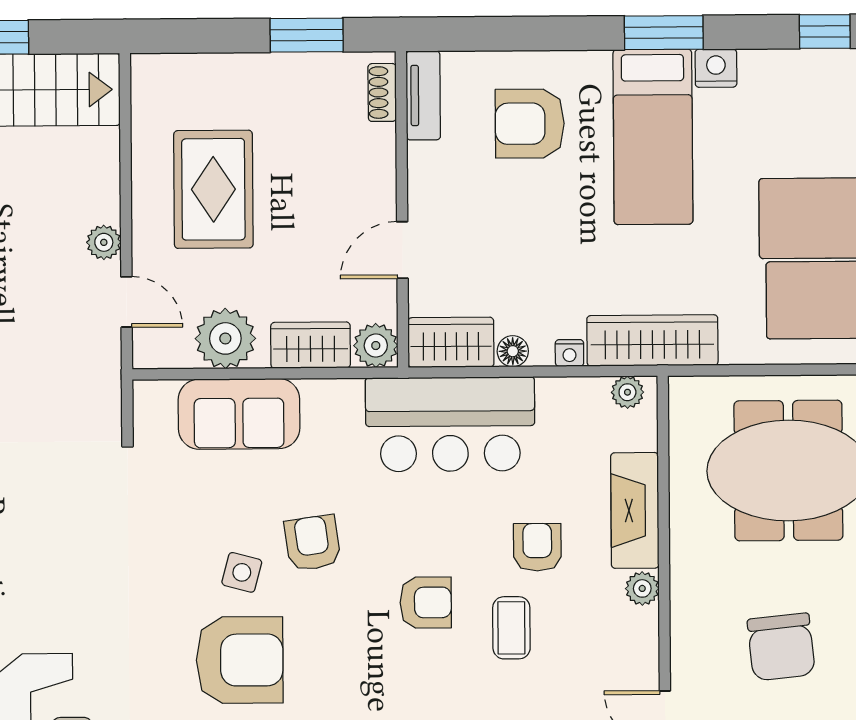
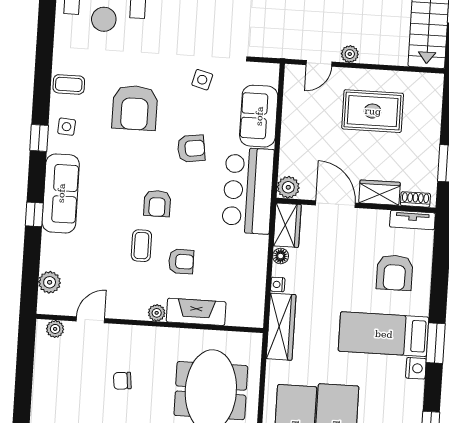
armchair: (530, 124) -> (395, 273), turned 180
door: (402, 250) -> (335, 204), width x1.38
plant: (225, 338) -> (297, 112), removed
wardrobe: (311, 345) -> (379, 193), moved, turned -90
plant: (627, 392) -> (256, 312), removed
bar counter: (450, 424) -> (248, 191), moved
side table: (242, 572) -> (202, 80), moved
coffee table: (511, 628) -> (141, 246), turned 90
chair: (781, 647) -> (122, 381), width x0.54, depth x0.54

